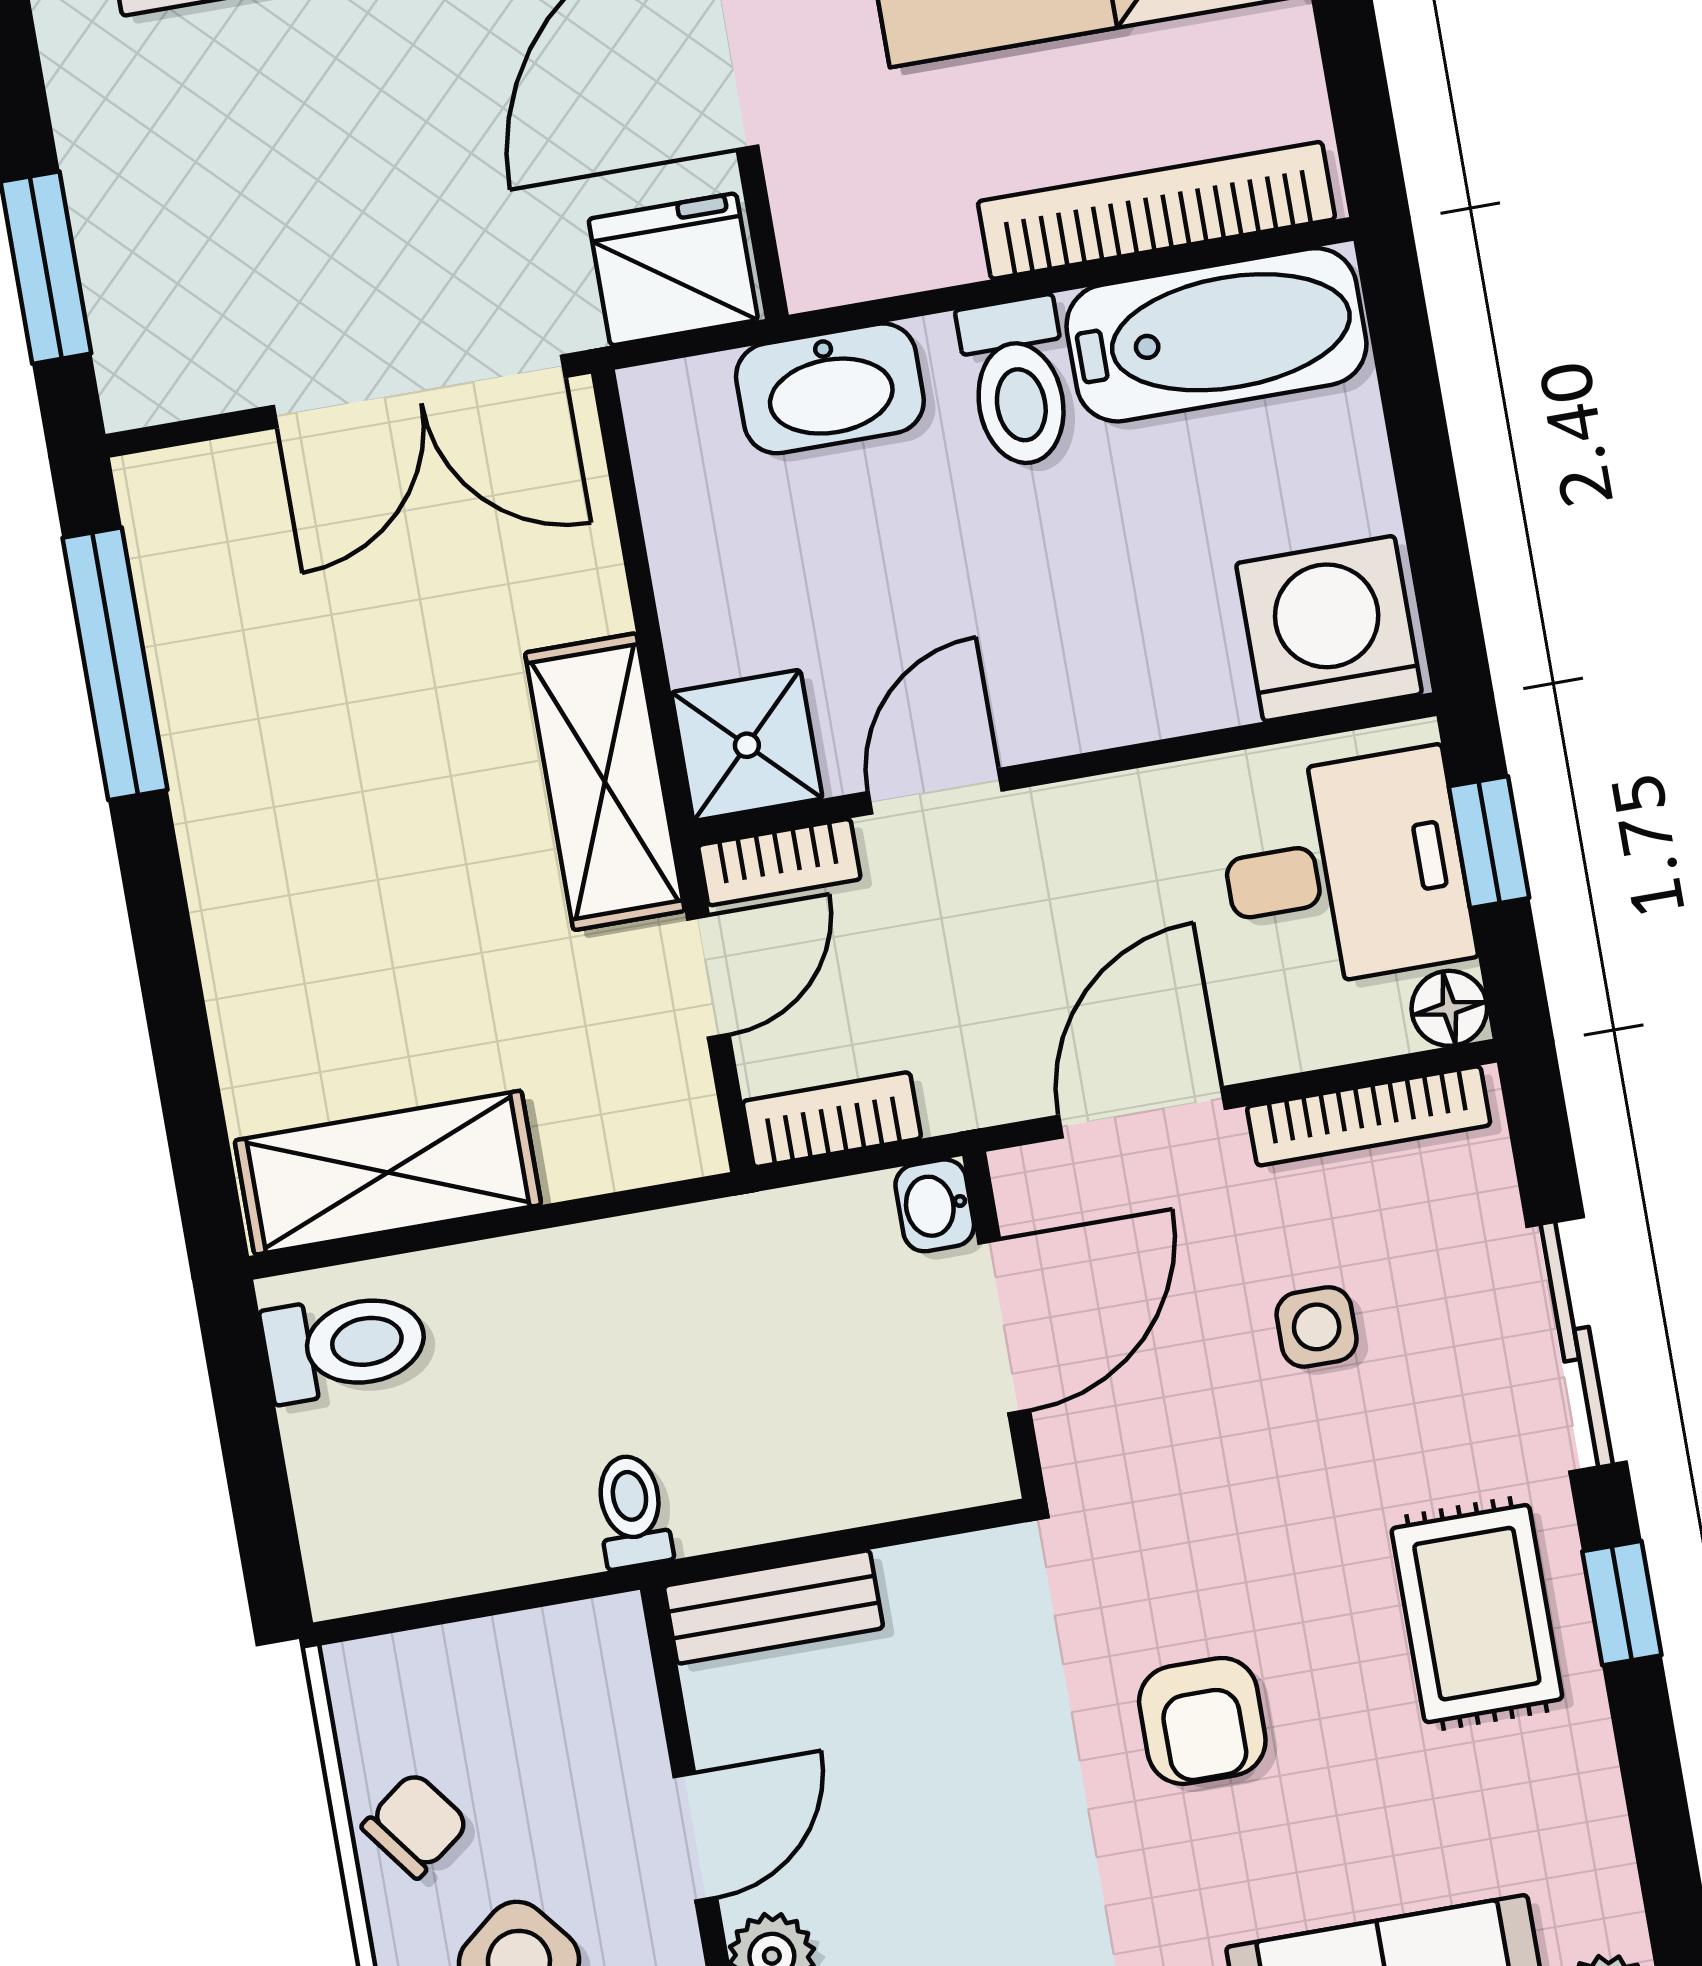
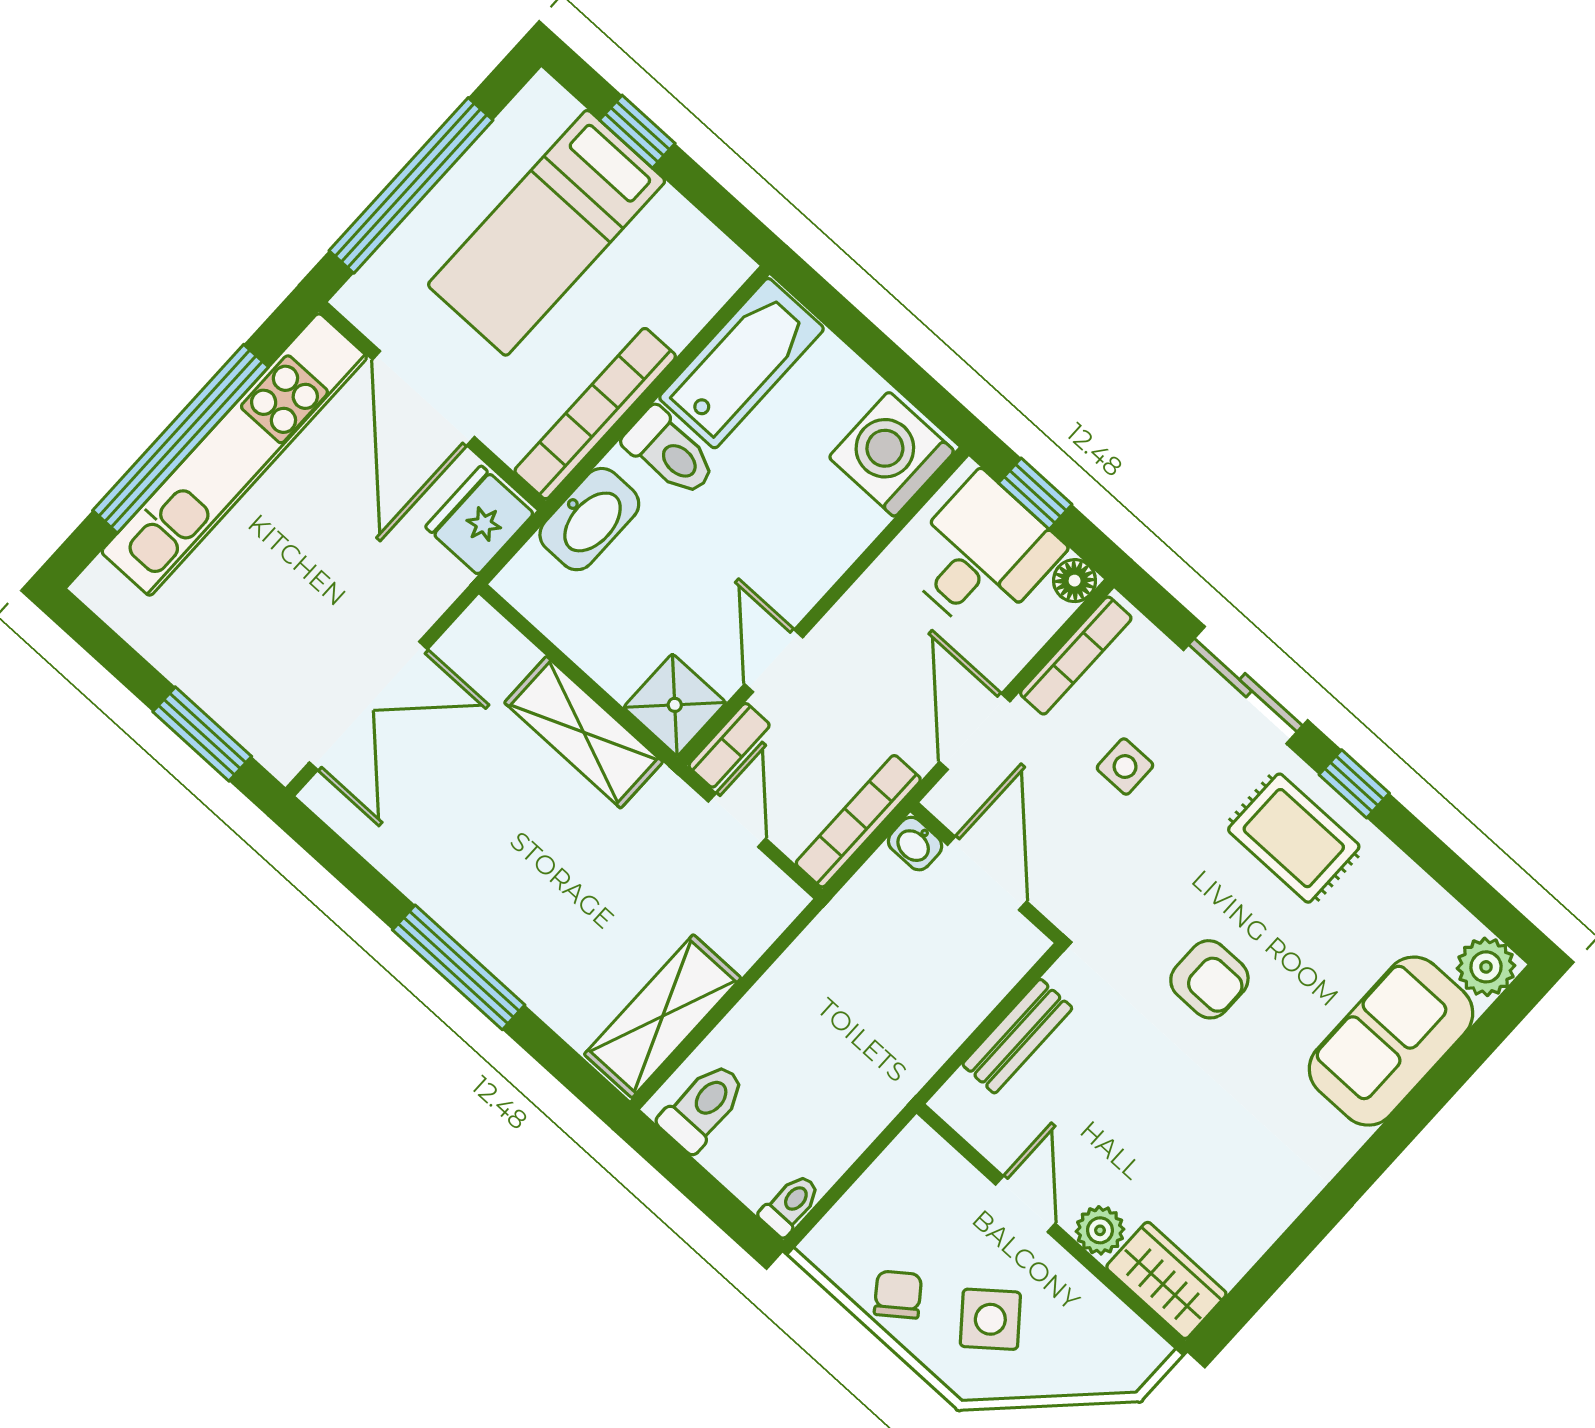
bookcase: (1156, 210) -> (595, 414), moved
double door: (419, 392) -> (368, 706), moved
window: (115, 664) -> (459, 967), moved
shelving: (605, 782) -> (584, 732), moved
bookcase: (832, 1120) -> (858, 821), width x1.56
toilet: (632, 1511) -> (790, 1205), moved, turned 90
bench: (774, 1607) -> (1017, 1036), moved

